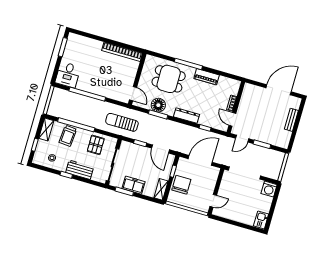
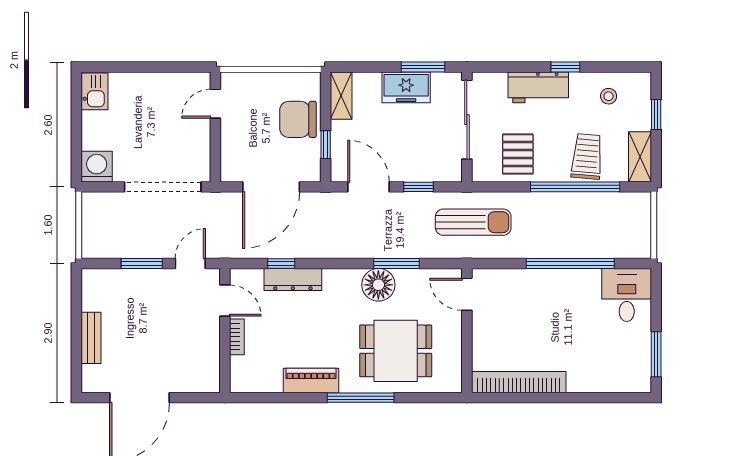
floor lamp: (158, 105) -> (378, 285), moved
dresser: (186, 116) -> (293, 280), moved
chair: (181, 185) -> (298, 119), turned 90

